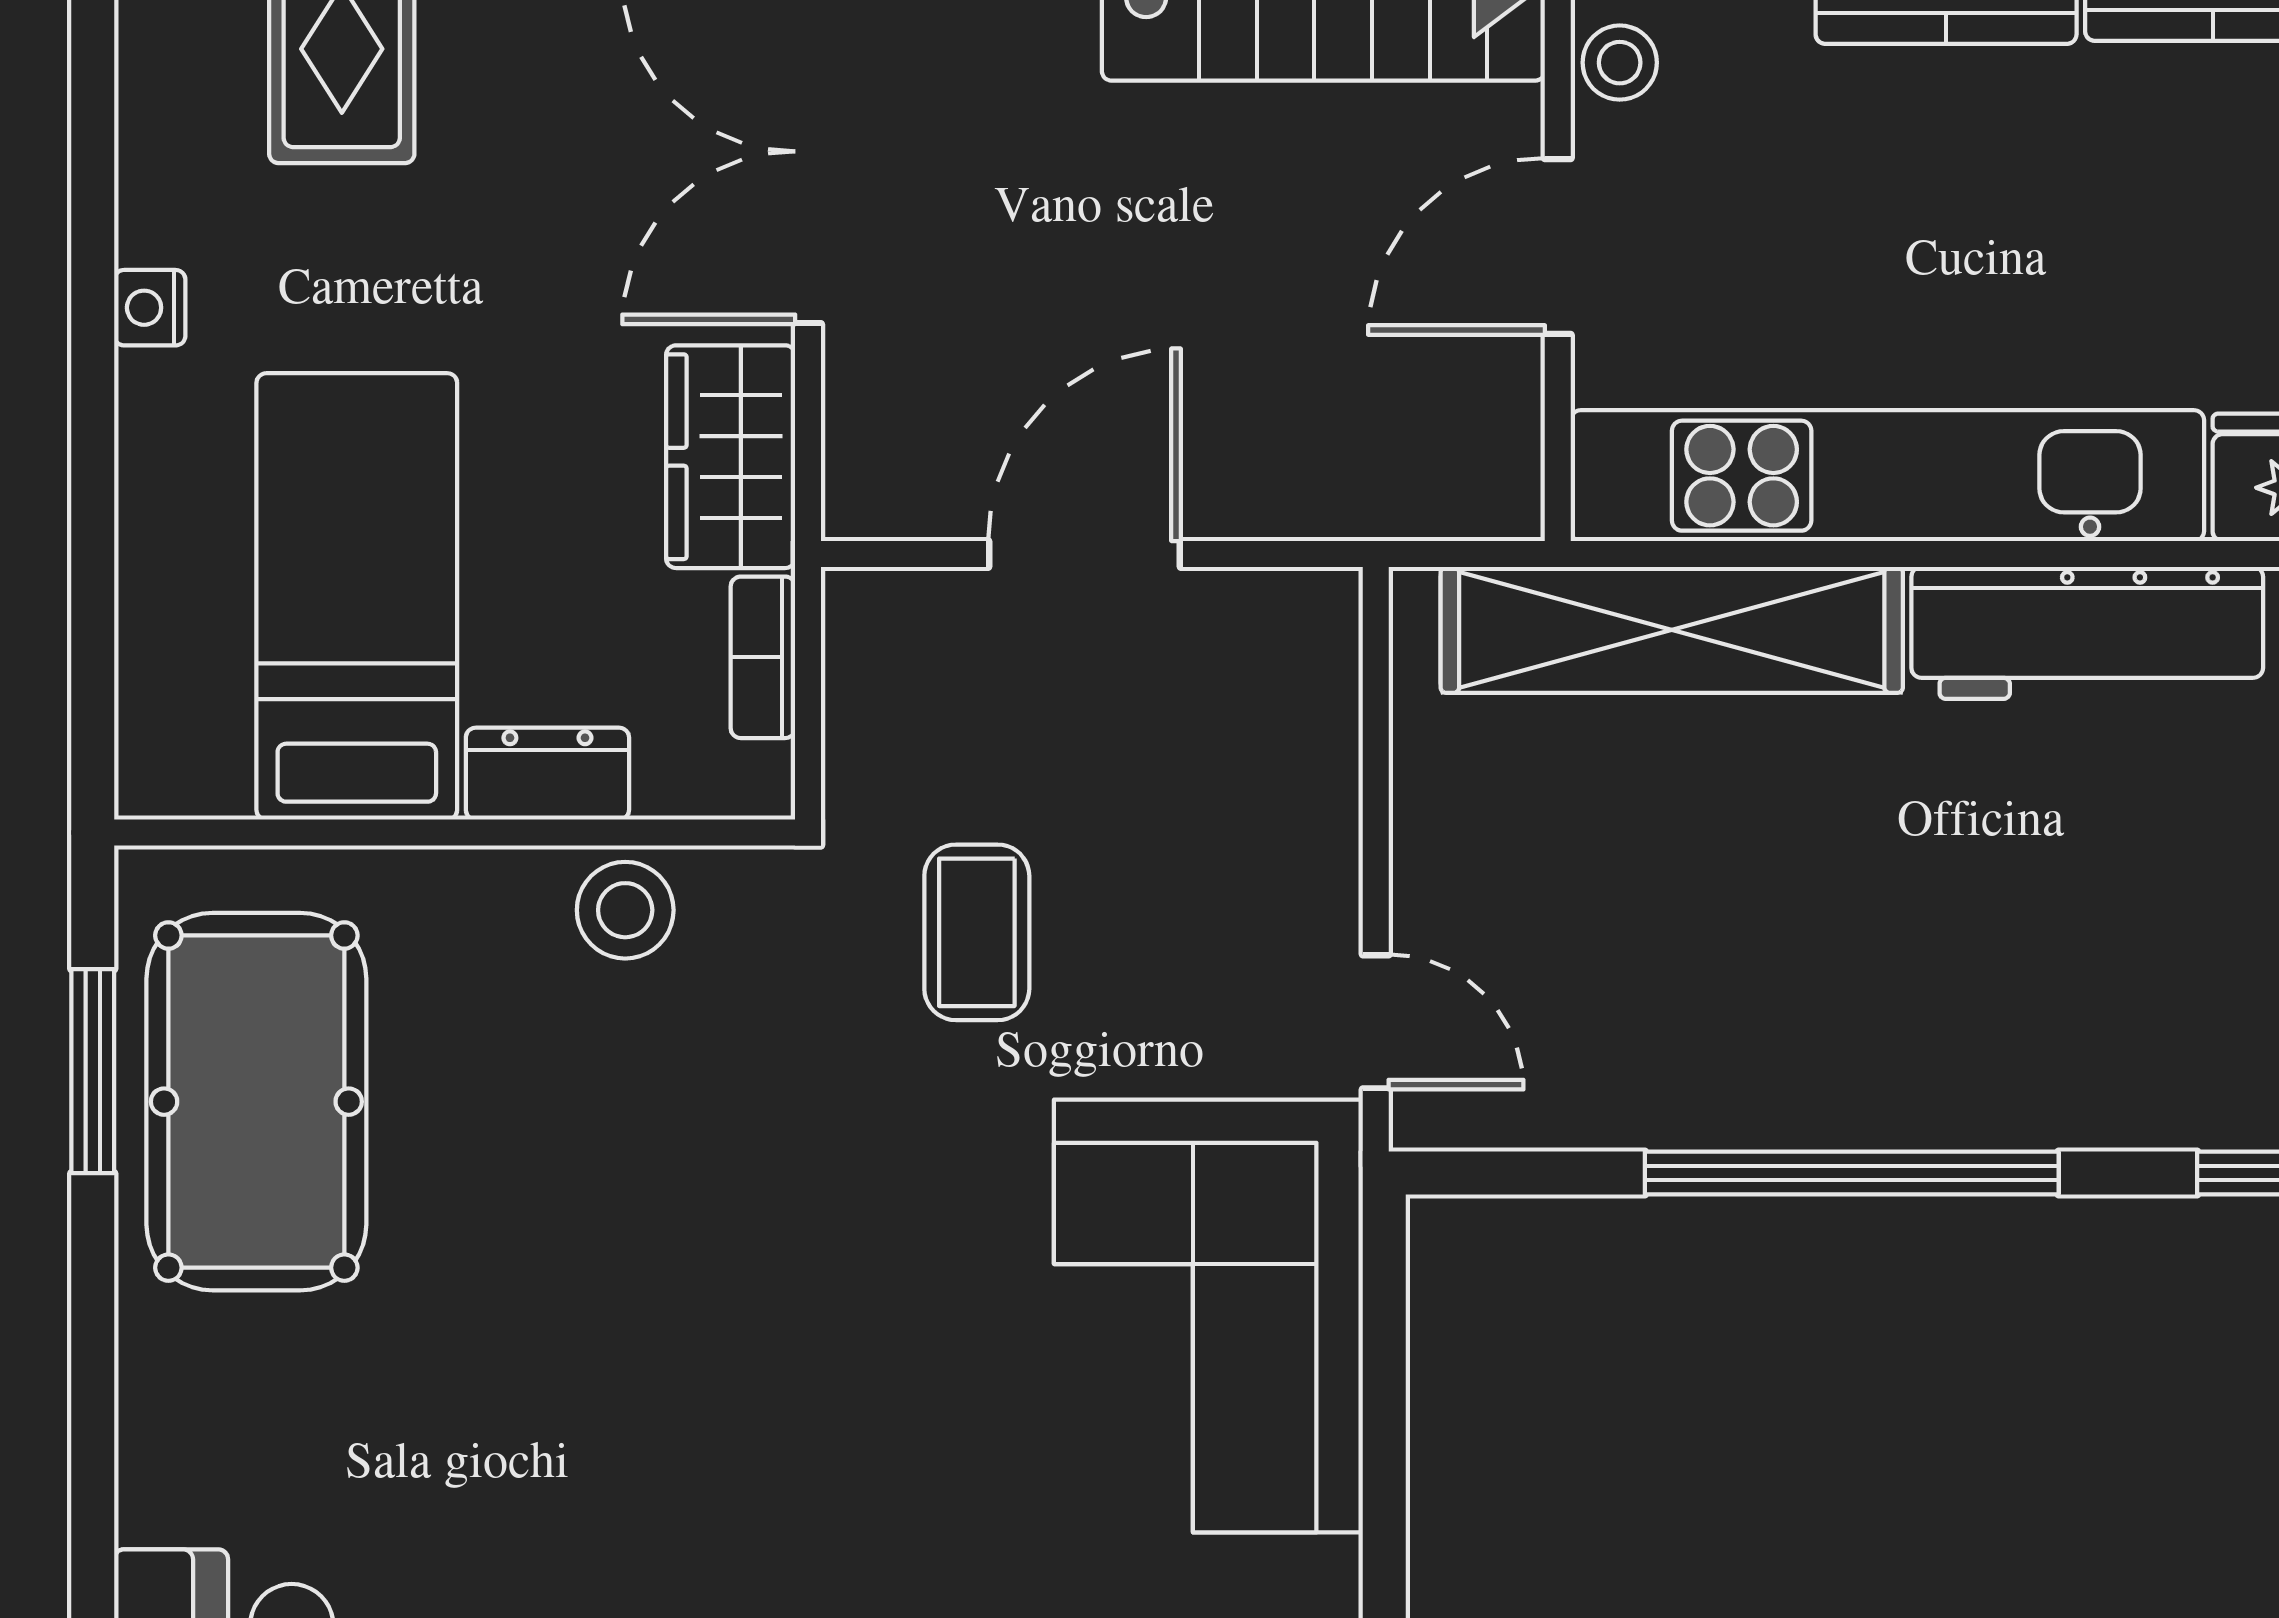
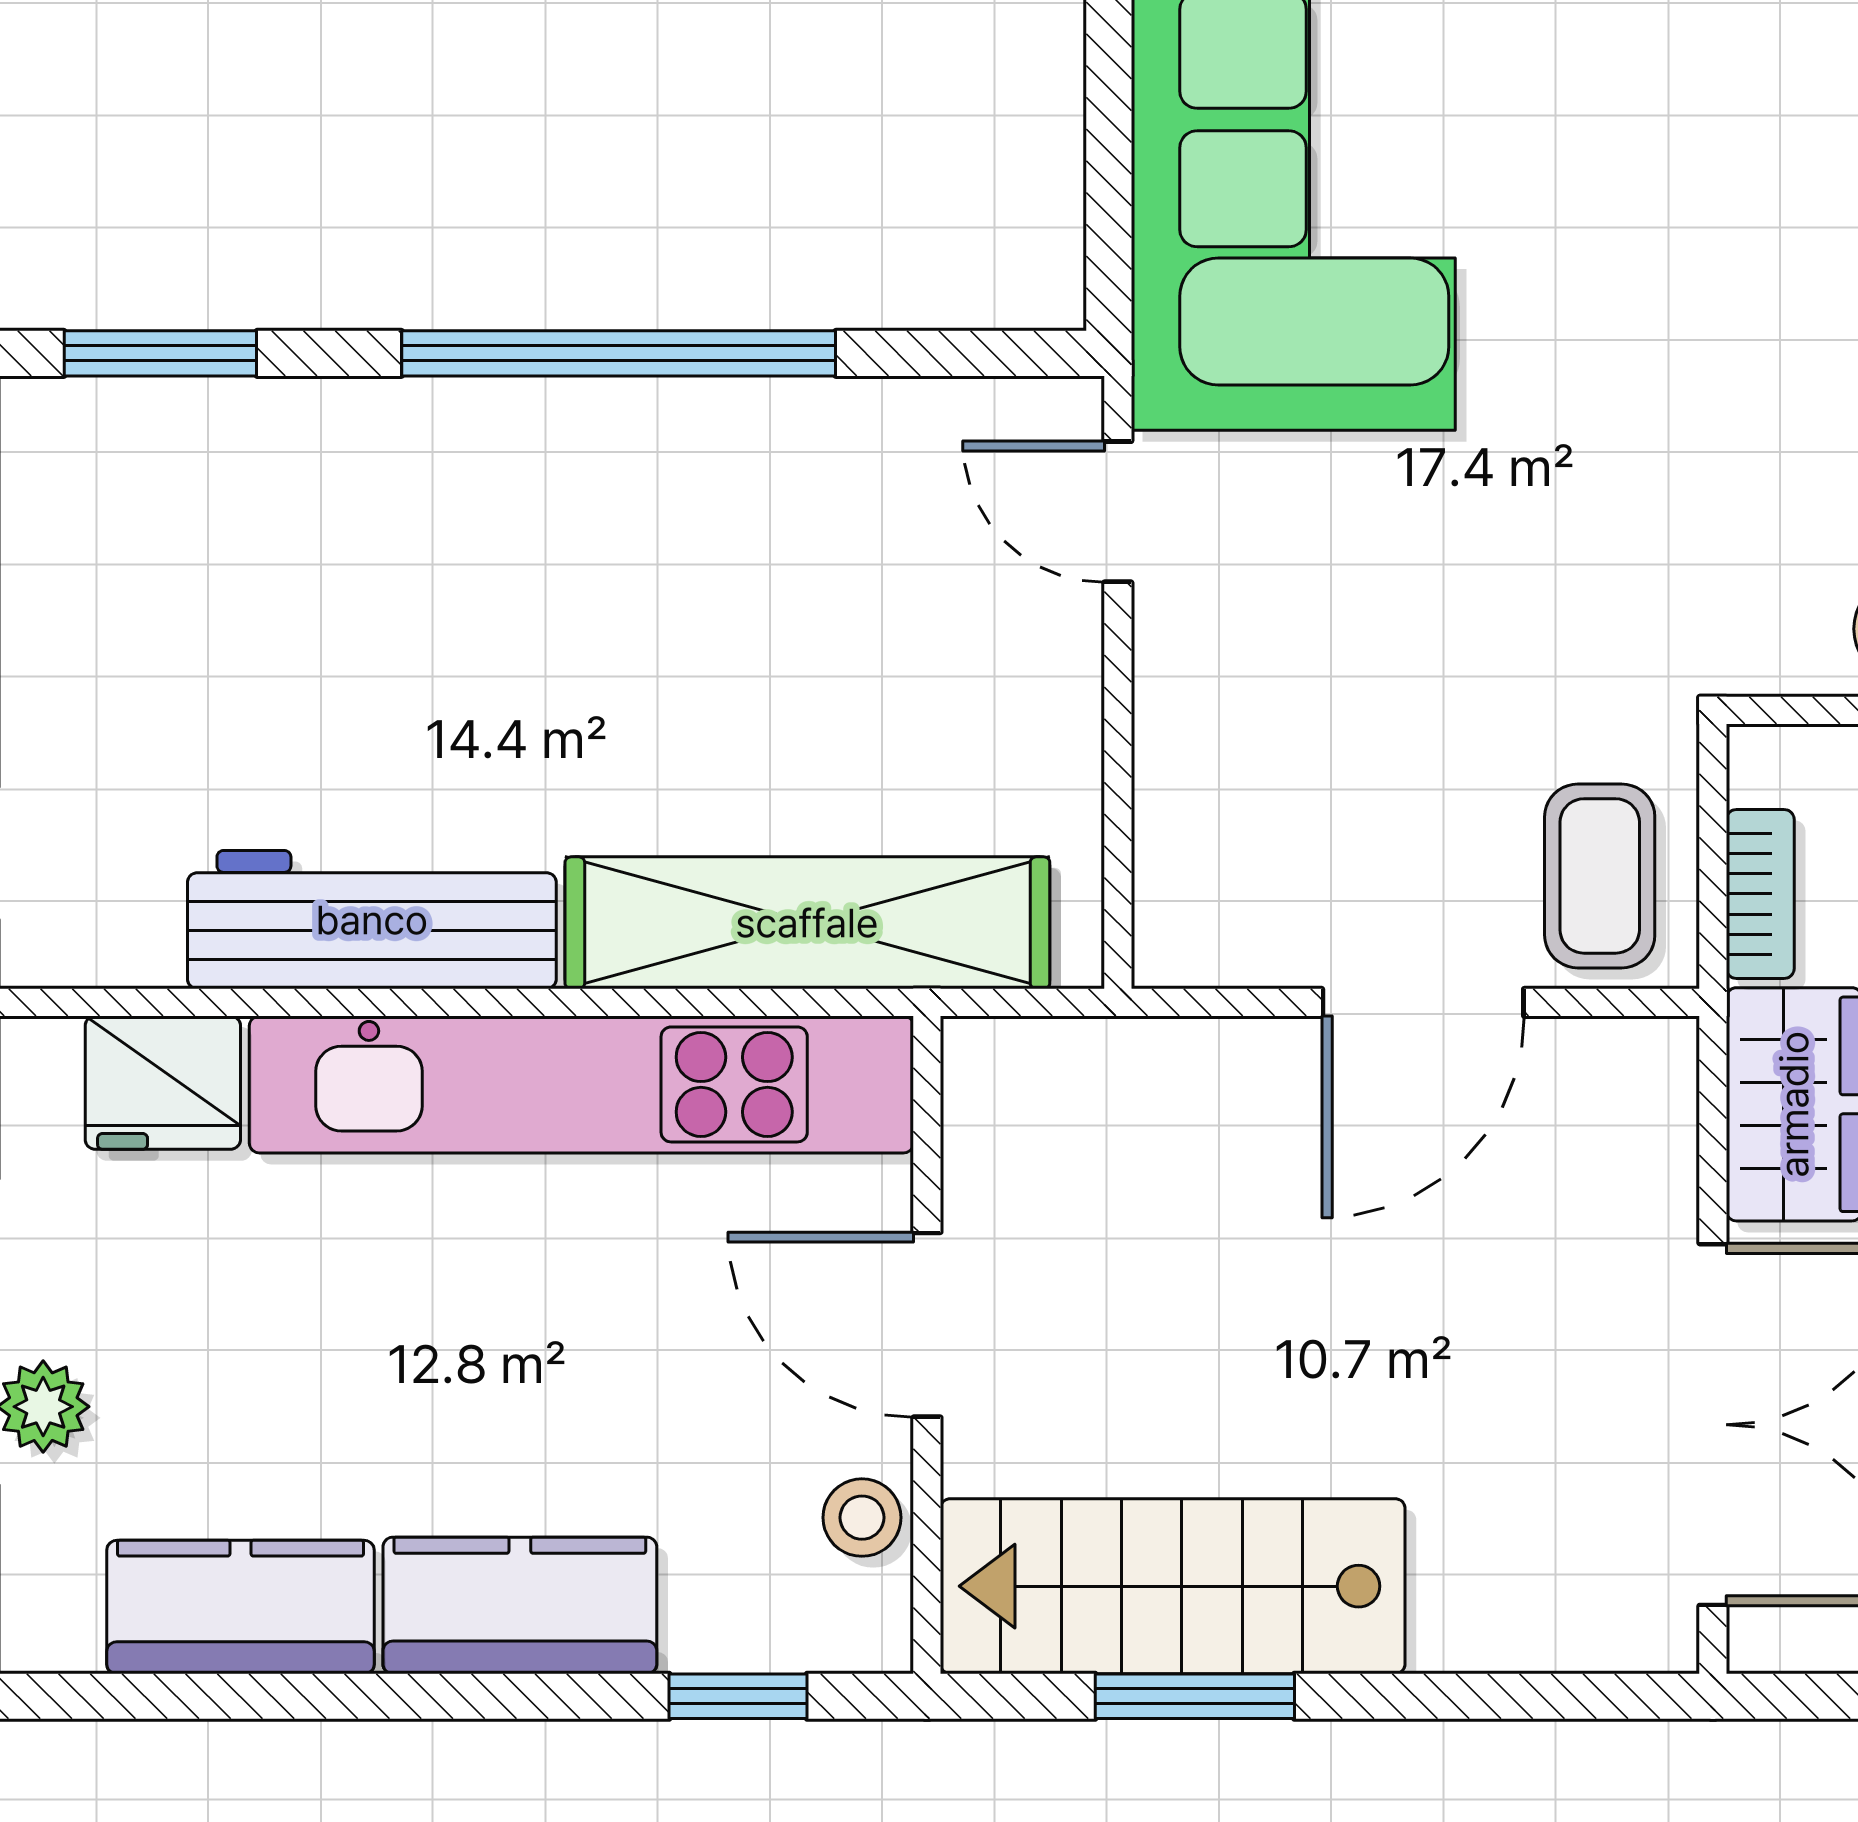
door: (1558, 246) -> (927, 1325), swing flipped
coffee table: (977, 932) -> (1600, 876), moved

